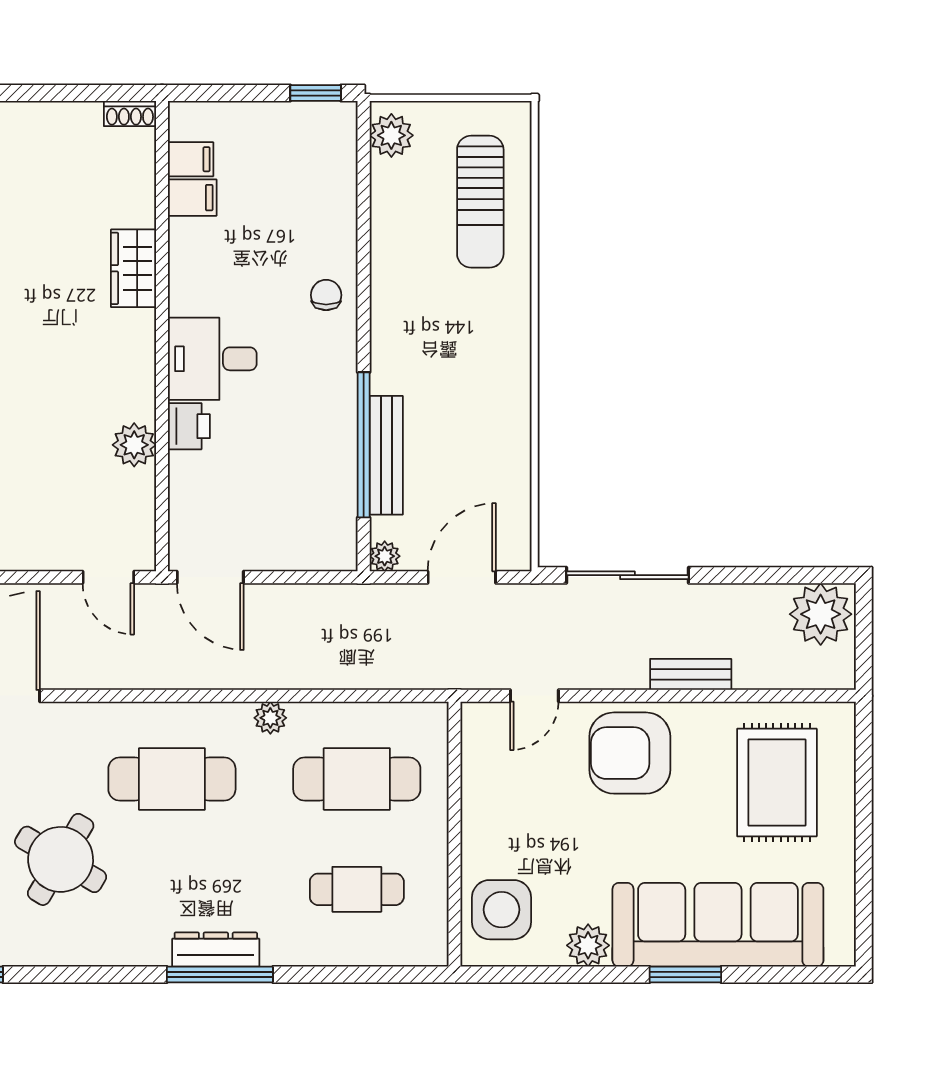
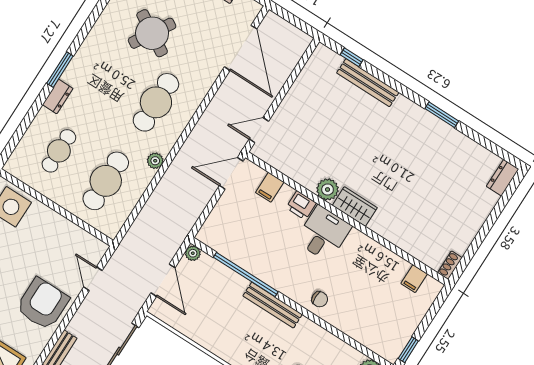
filing cabinet: (192, 198) -> (270, 187), moved
wardrobe: (134, 268) -> (355, 207), moved
plant: (134, 445) -> (328, 189), moved
bench: (386, 455) -> (273, 305), moved
dresser: (216, 950) -> (58, 97), moved, width x0.70
window: (220, 975) -> (60, 70), width x0.69

